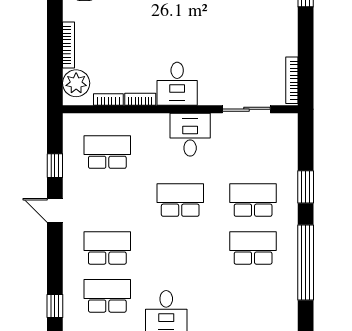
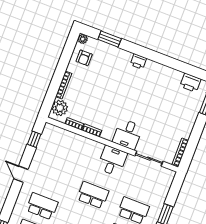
desk: (177, 84) -> (128, 134), moved
school desk: (107, 152) -> (62, 153), removed
window: (55, 166) -> (34, 139), moved

